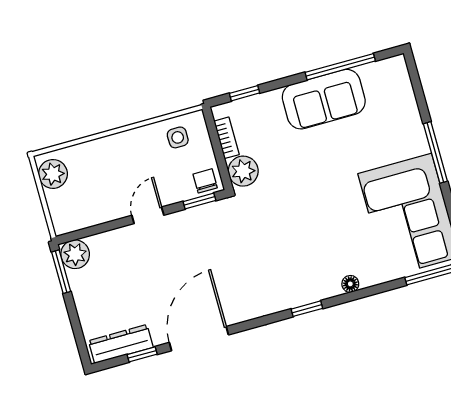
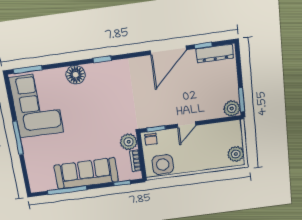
sofa: (324, 99) -> (86, 173), width x1.36
side table: (178, 137) -> (163, 165), width x1.87, depth x1.87
floor lamp: (350, 284) -> (76, 75), width x1.89, depth x1.89

